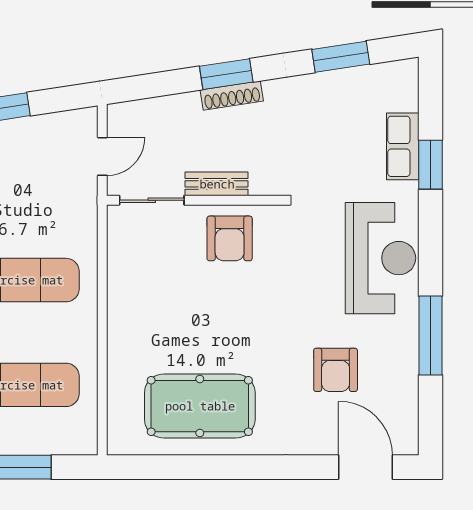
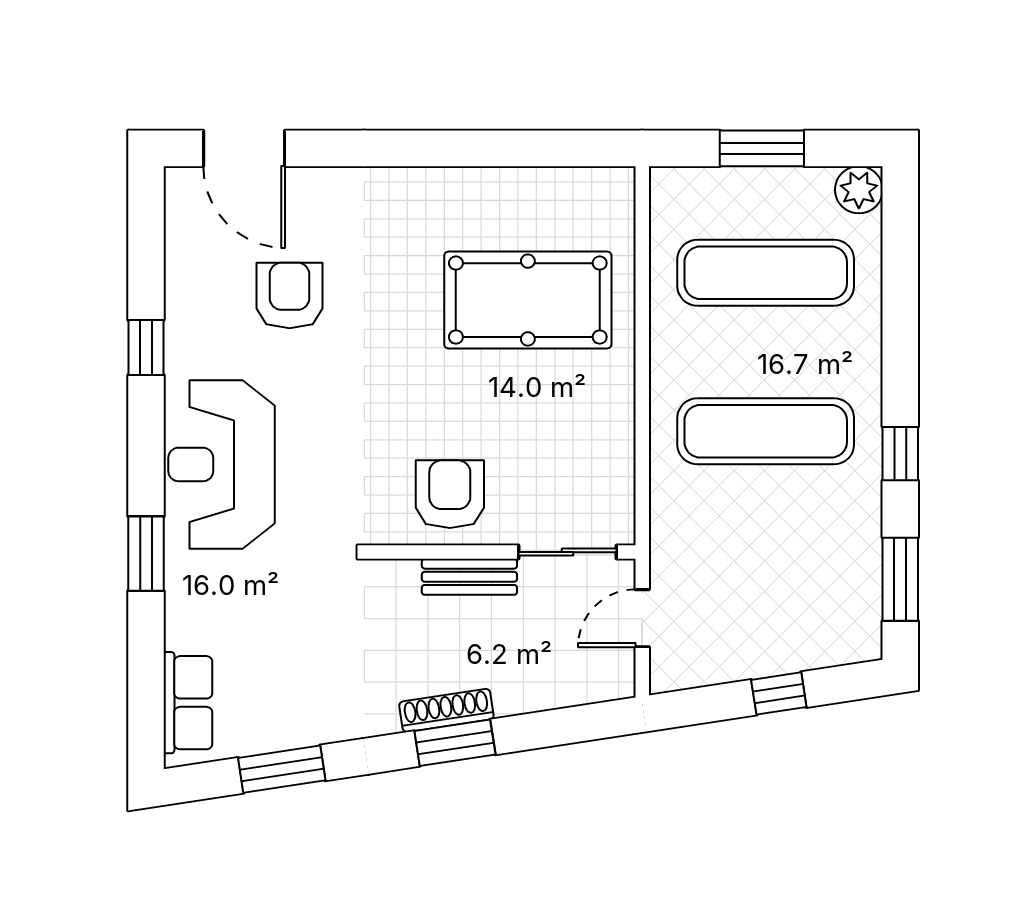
row of seats: (403, 146) -> (188, 703), moved
window: (430, 165) -> (146, 554), moved
window: (430, 335) -> (146, 347), width x0.46
pool table: (200, 406) -> (528, 300), moved

